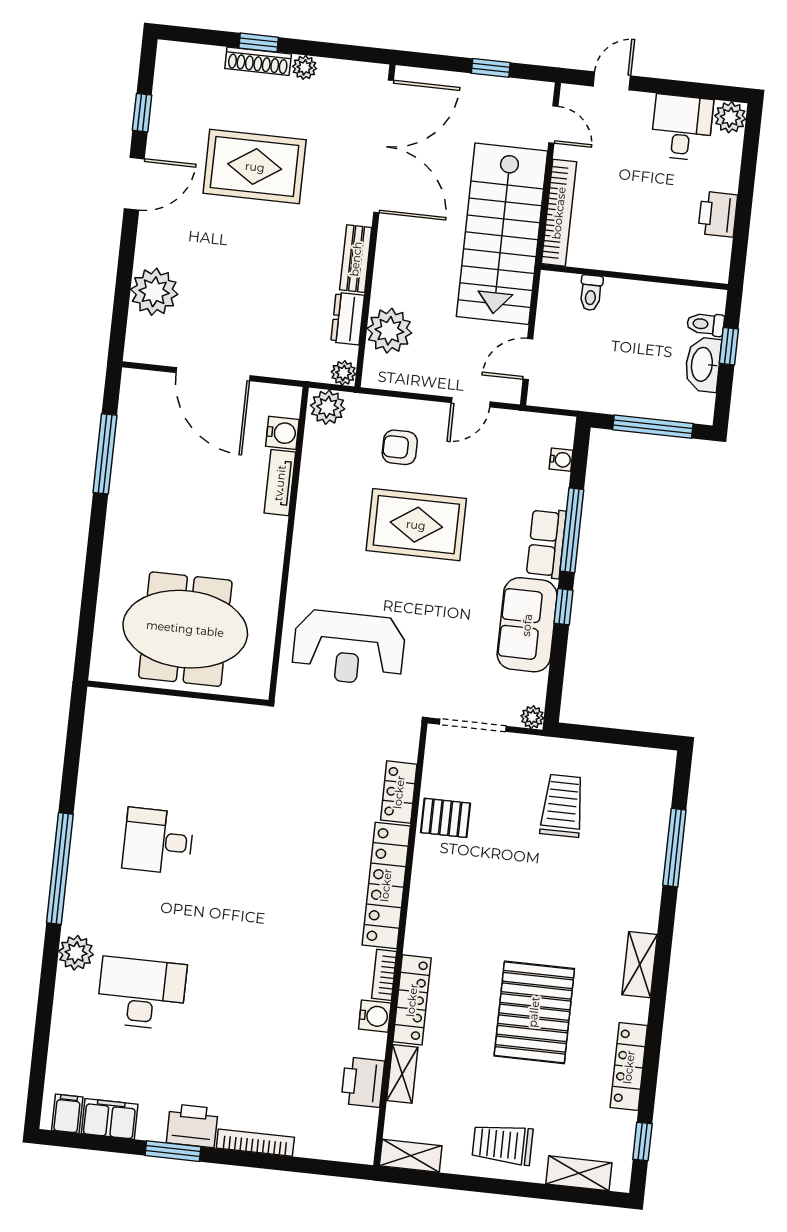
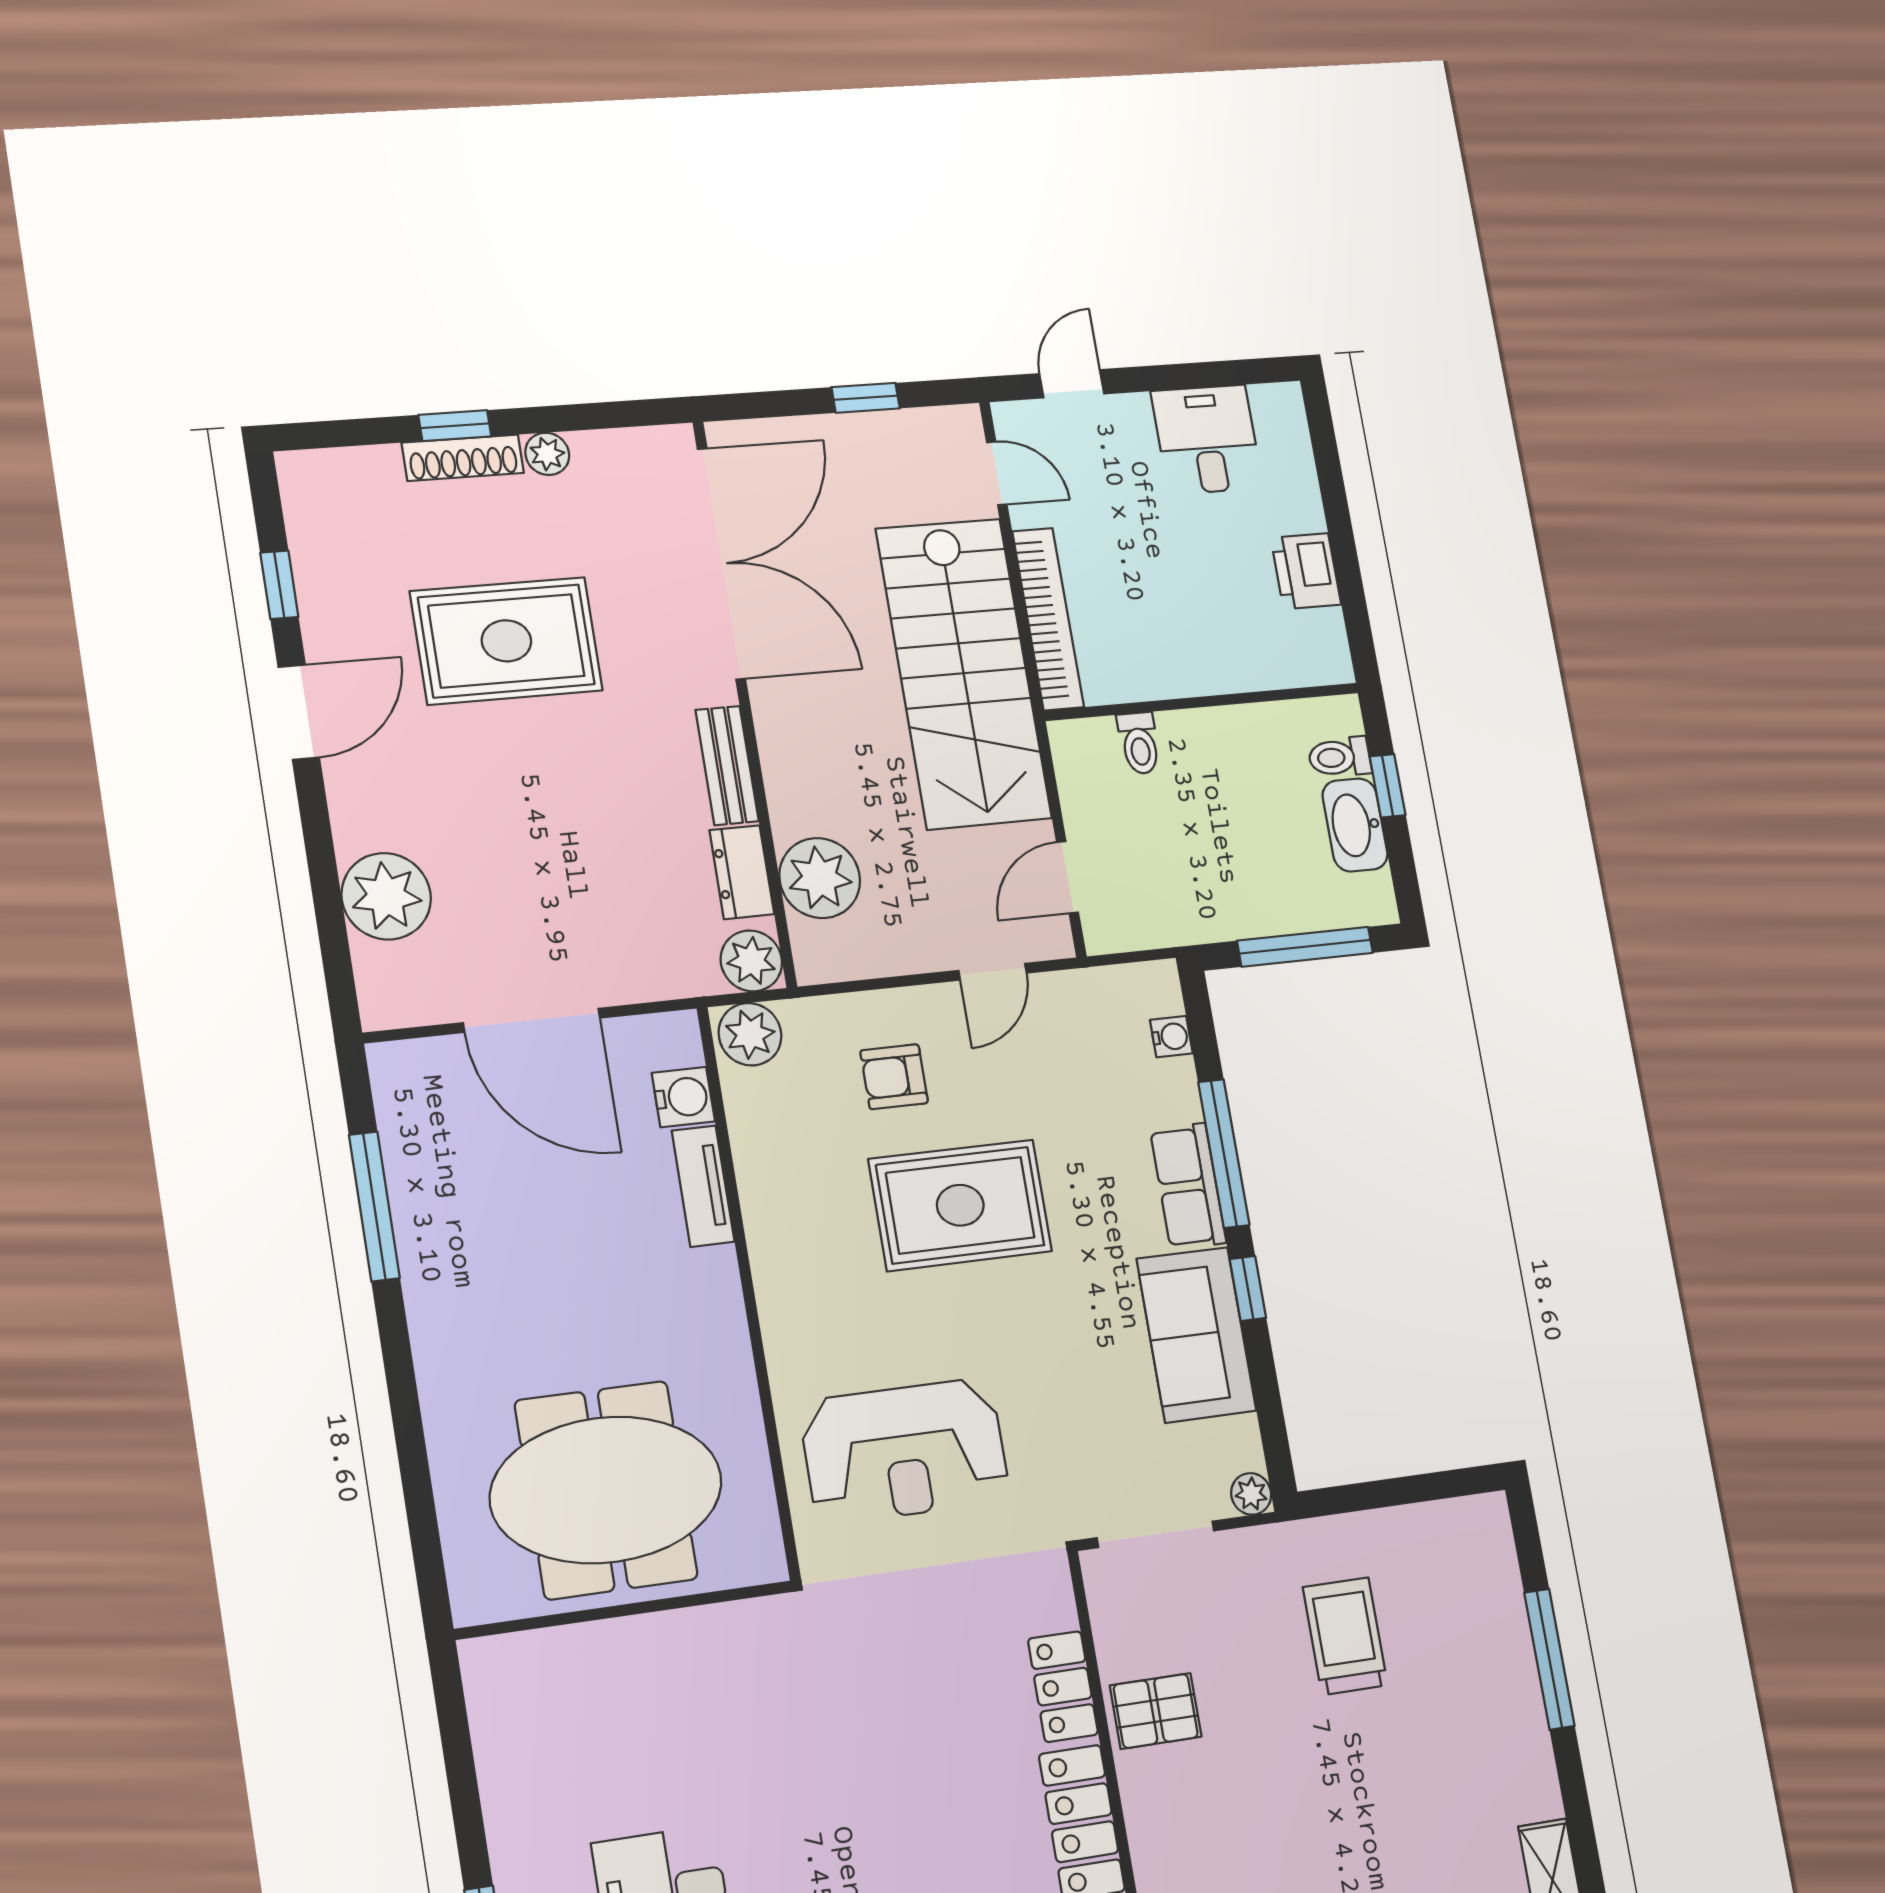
plant: (730, 117) -> (1279, 409), removed
plant: (343, 373) -> (751, 961), width x1.38, depth x1.38

